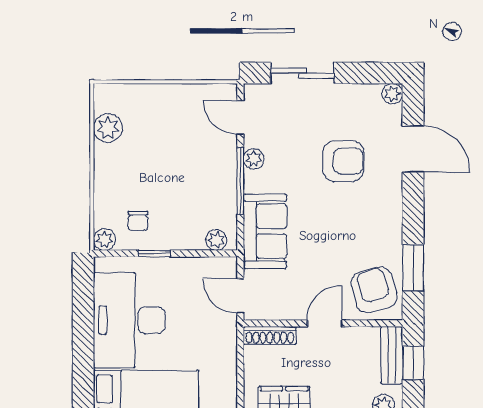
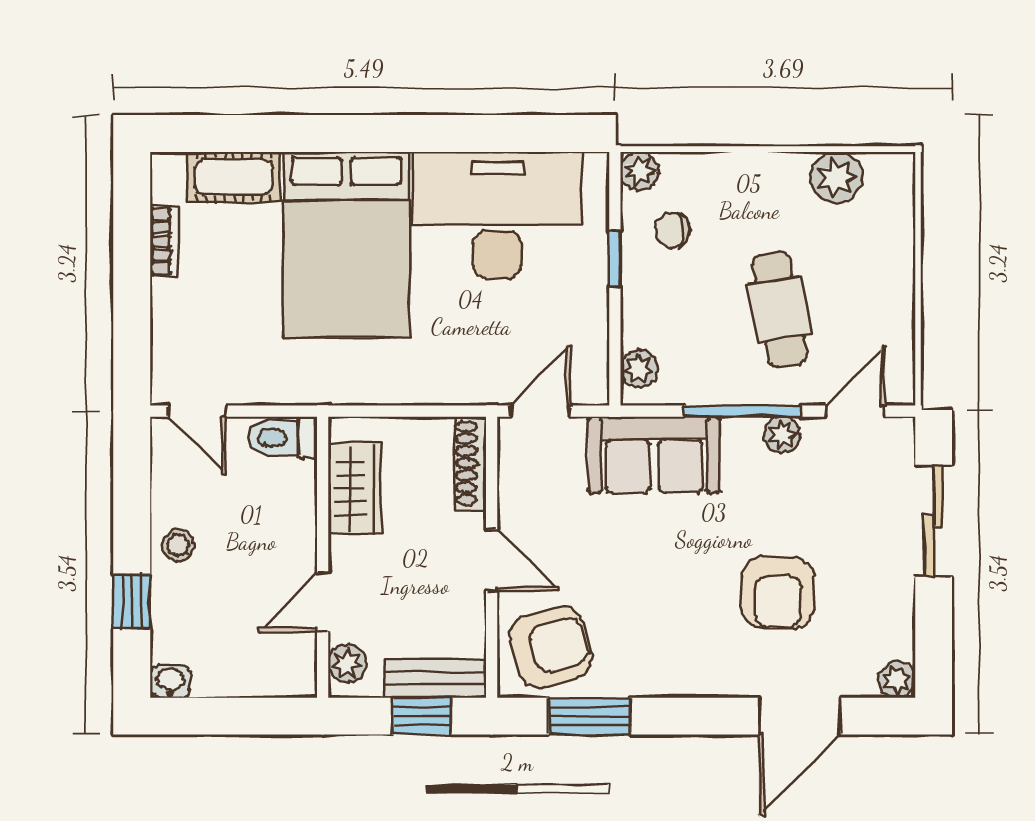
cafe table: (183, 160) -> (779, 310), added

